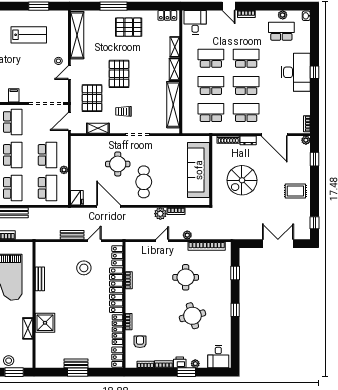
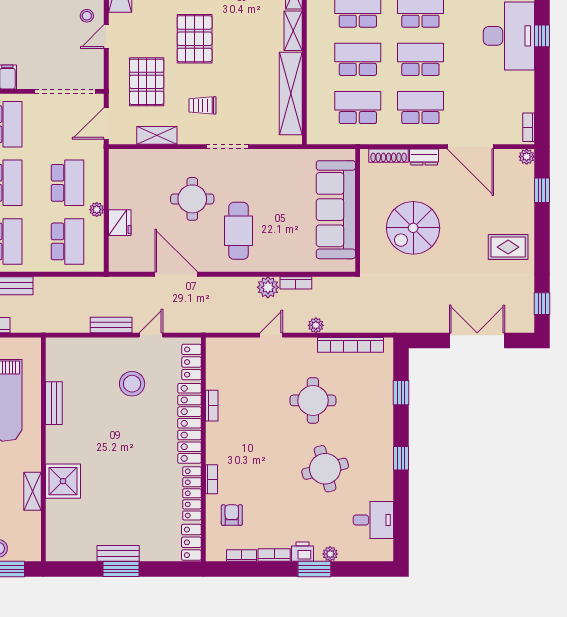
fridge: (77, 198) -> (120, 223), moved
desk: (218, 357) -> (373, 520), moved, turned -90

